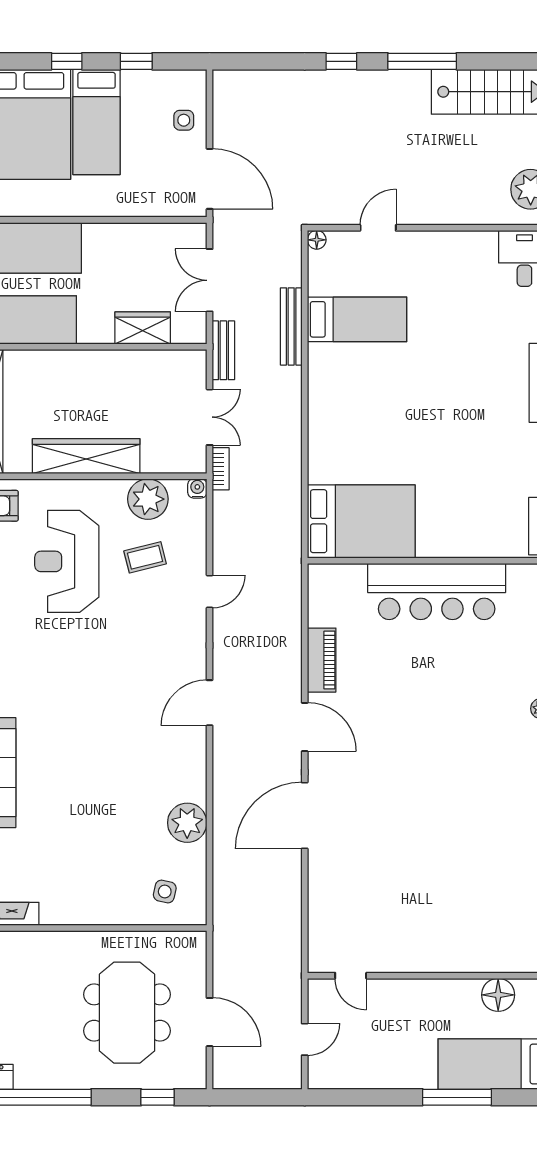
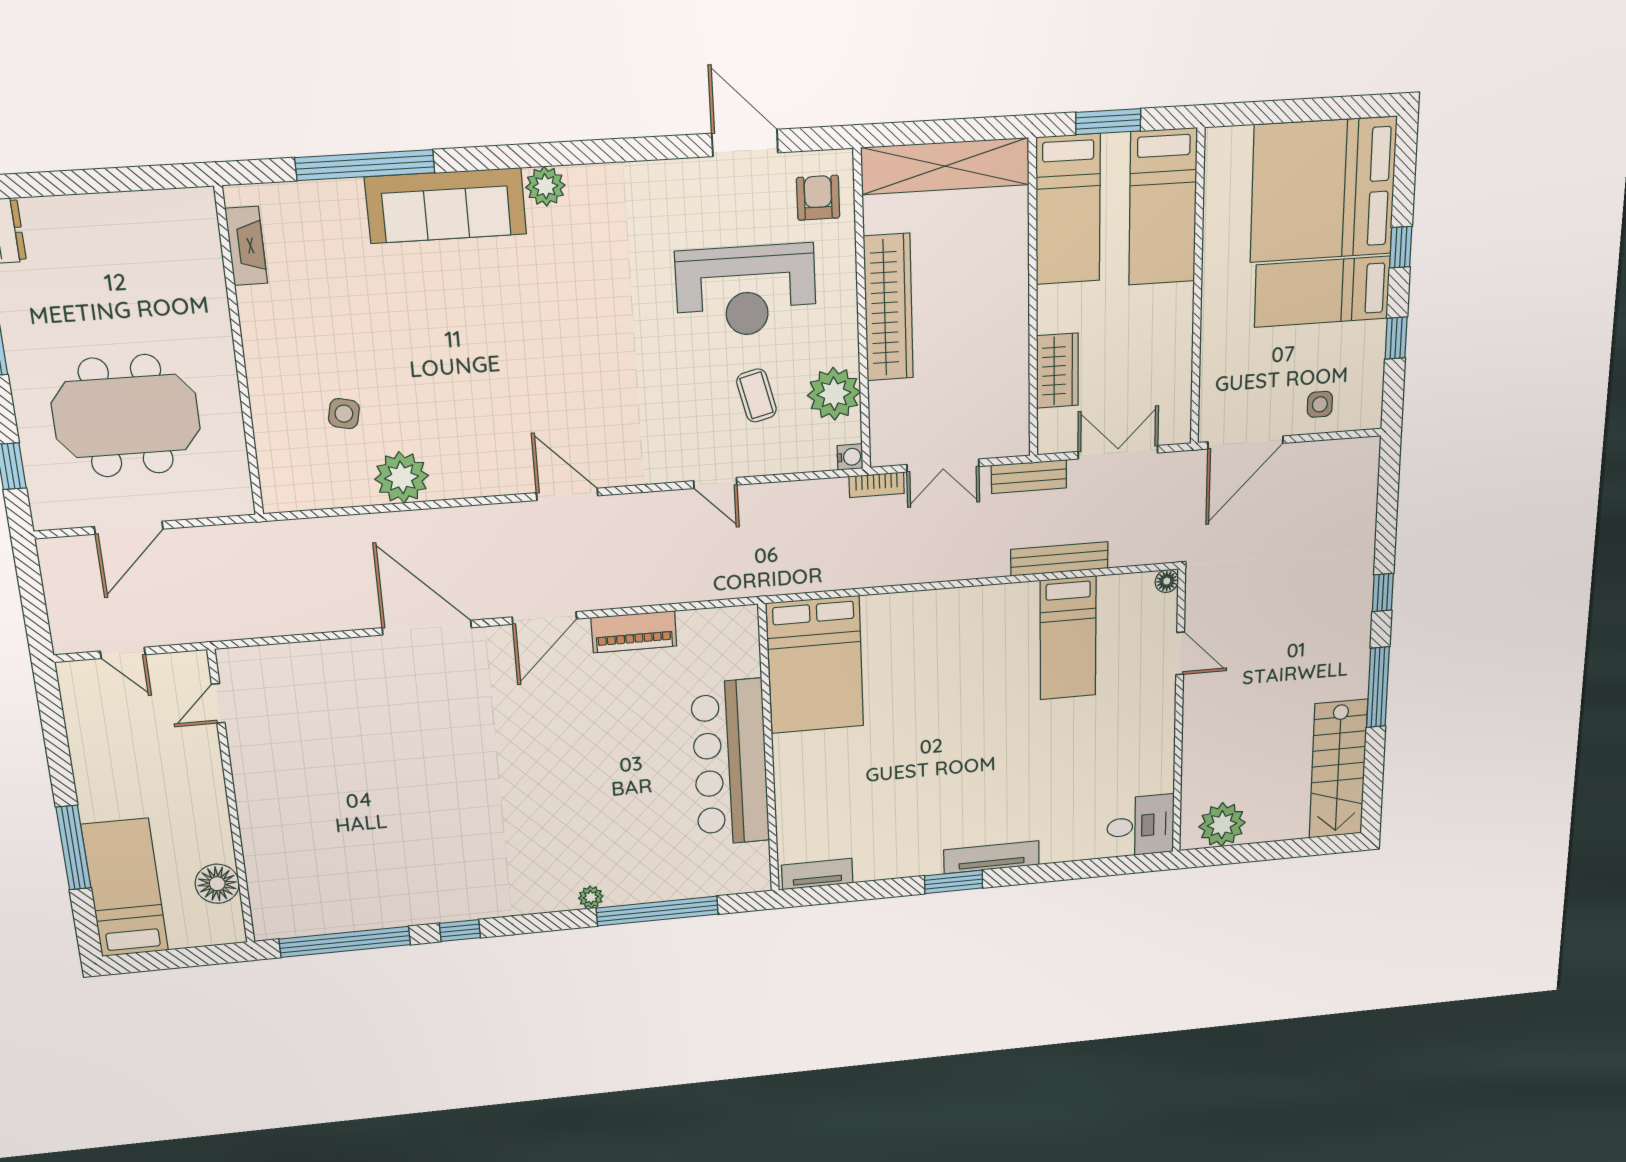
reception desk: (67, 561) -> (746, 291), turned 180
side table: (165, 892) -> (344, 414), moved

